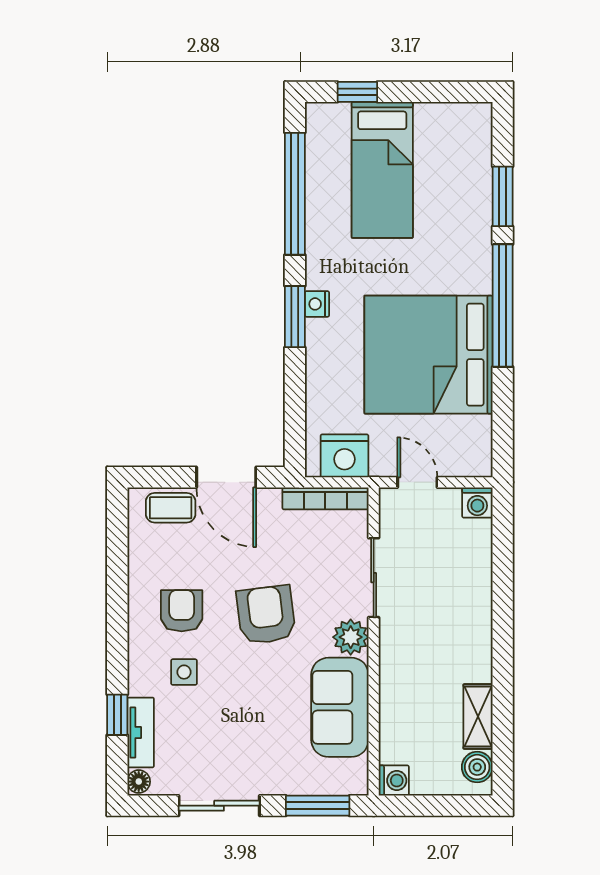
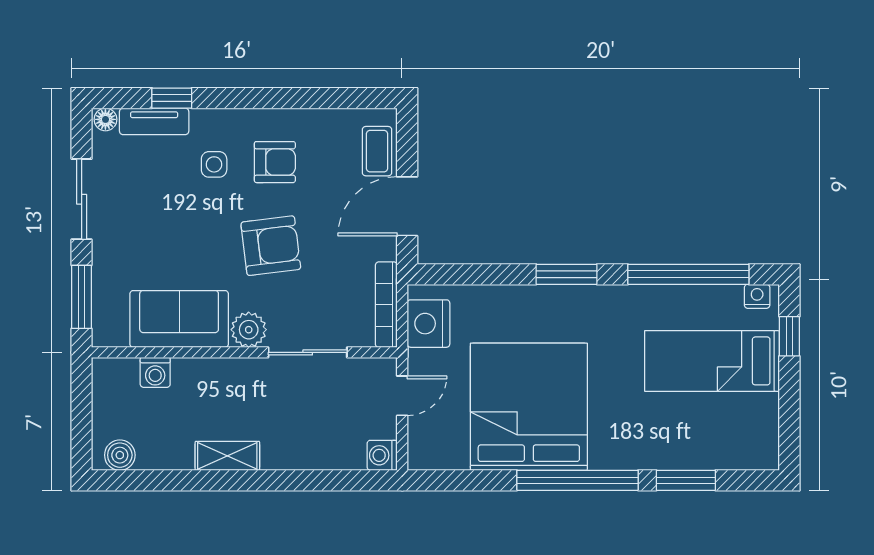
nightstand: (317, 304) -> (757, 296), moved
shelving: (478, 717) -> (227, 456), moved
washing machine: (394, 780) -> (155, 372), moved

